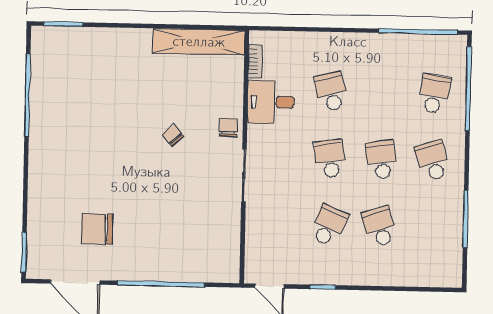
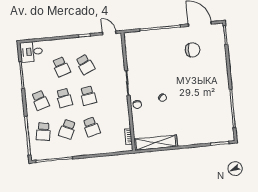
school desk: (383, 93) -> (67, 129), added
desk: (271, 102) -> (31, 52), moved, turned 180
school desk: (328, 225) -> (85, 64), turned -48

